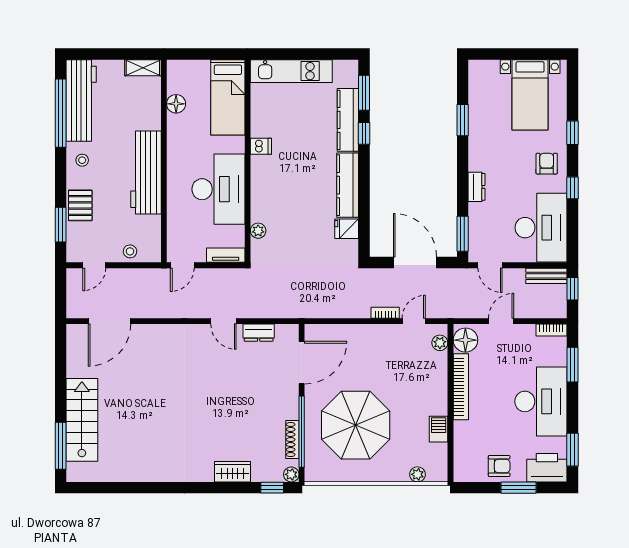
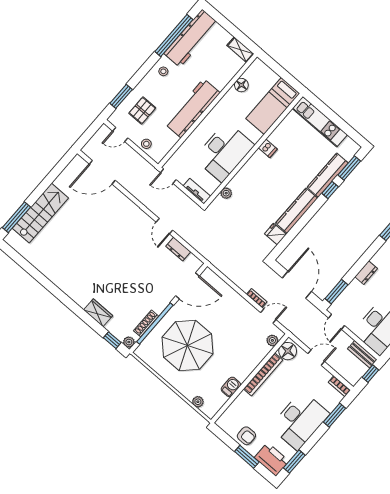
pallet: (80, 205) -> (142, 111), moved

